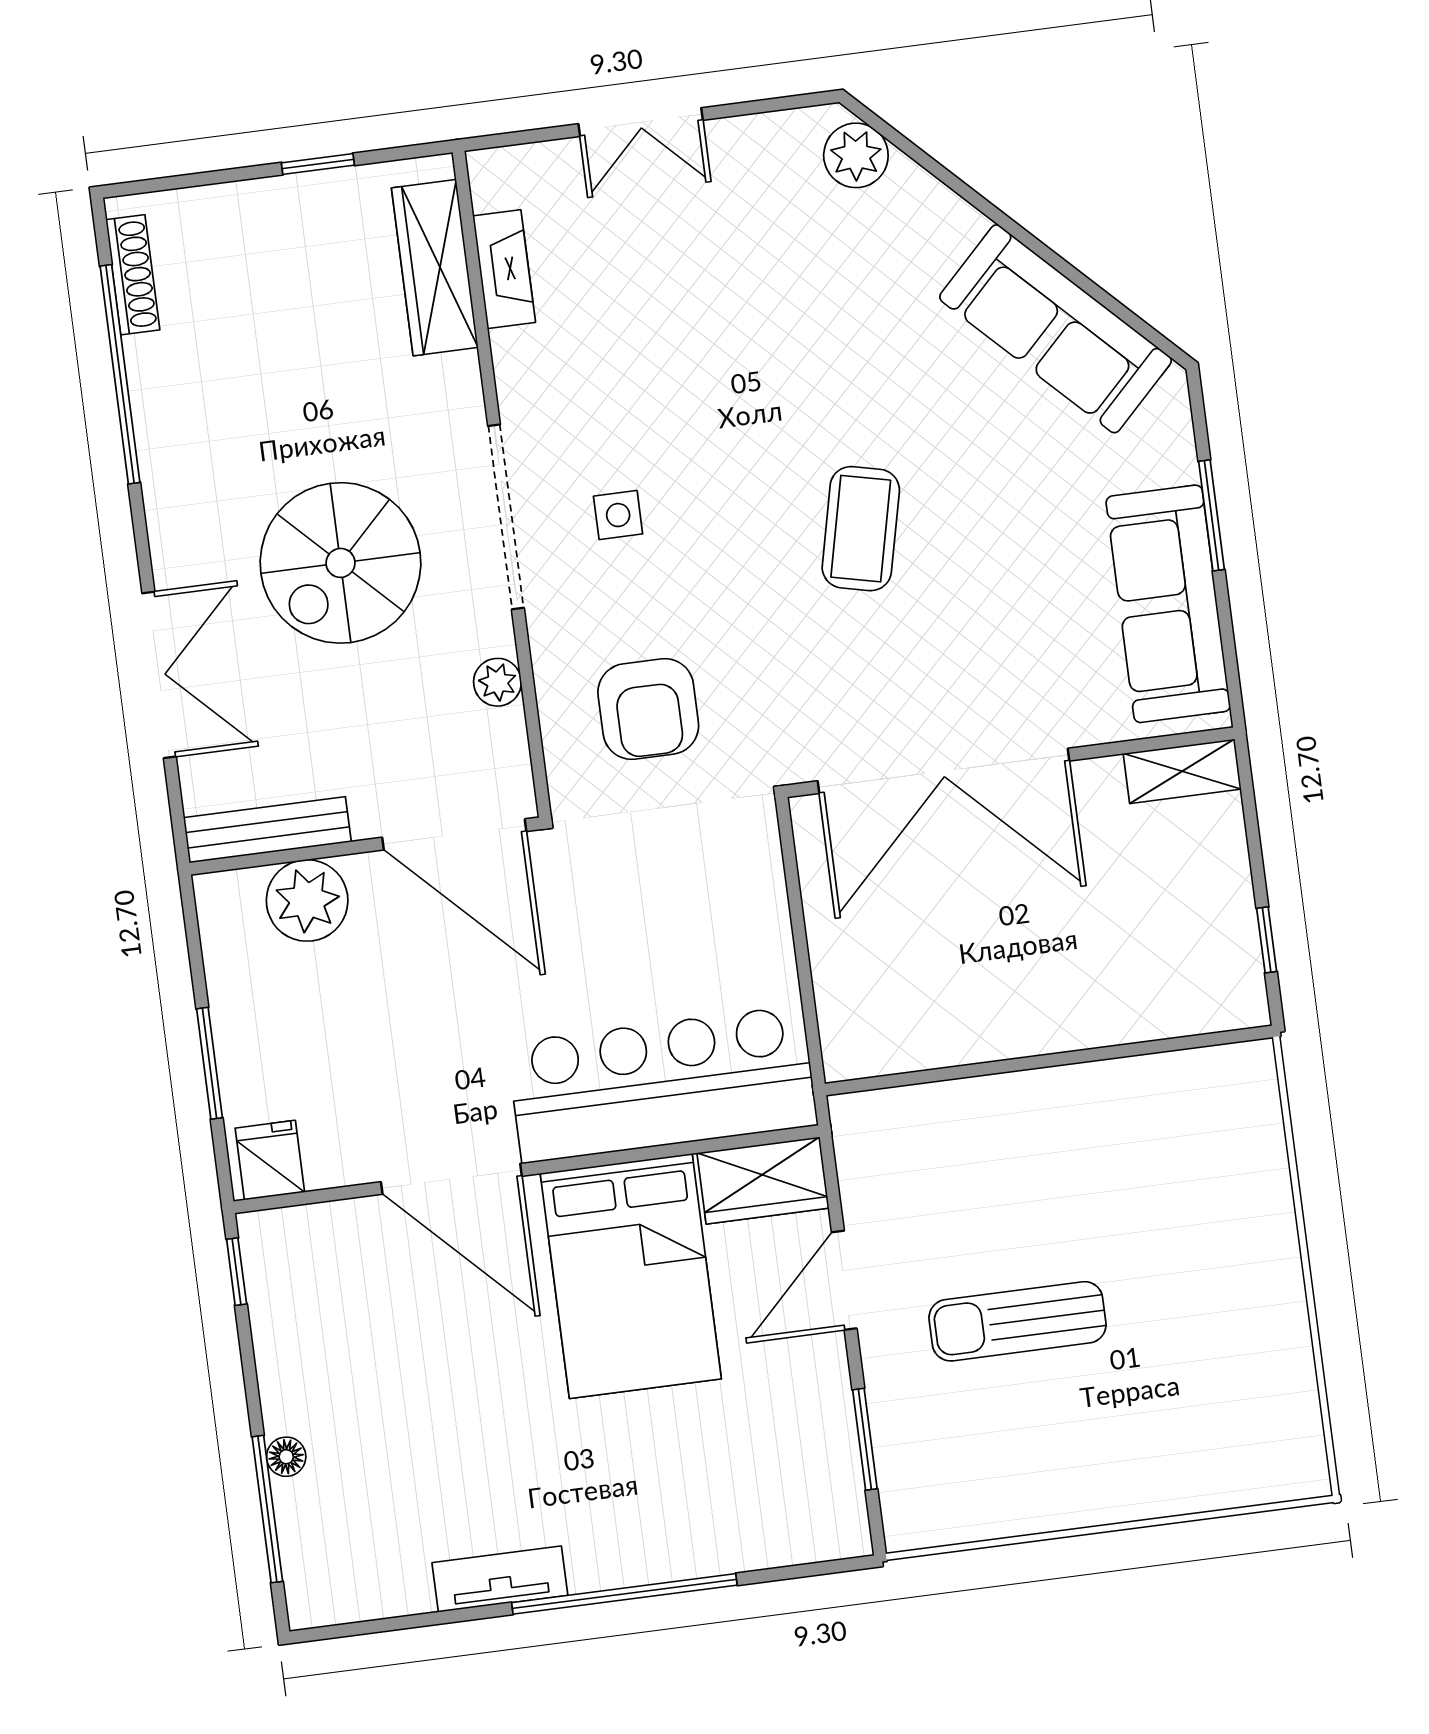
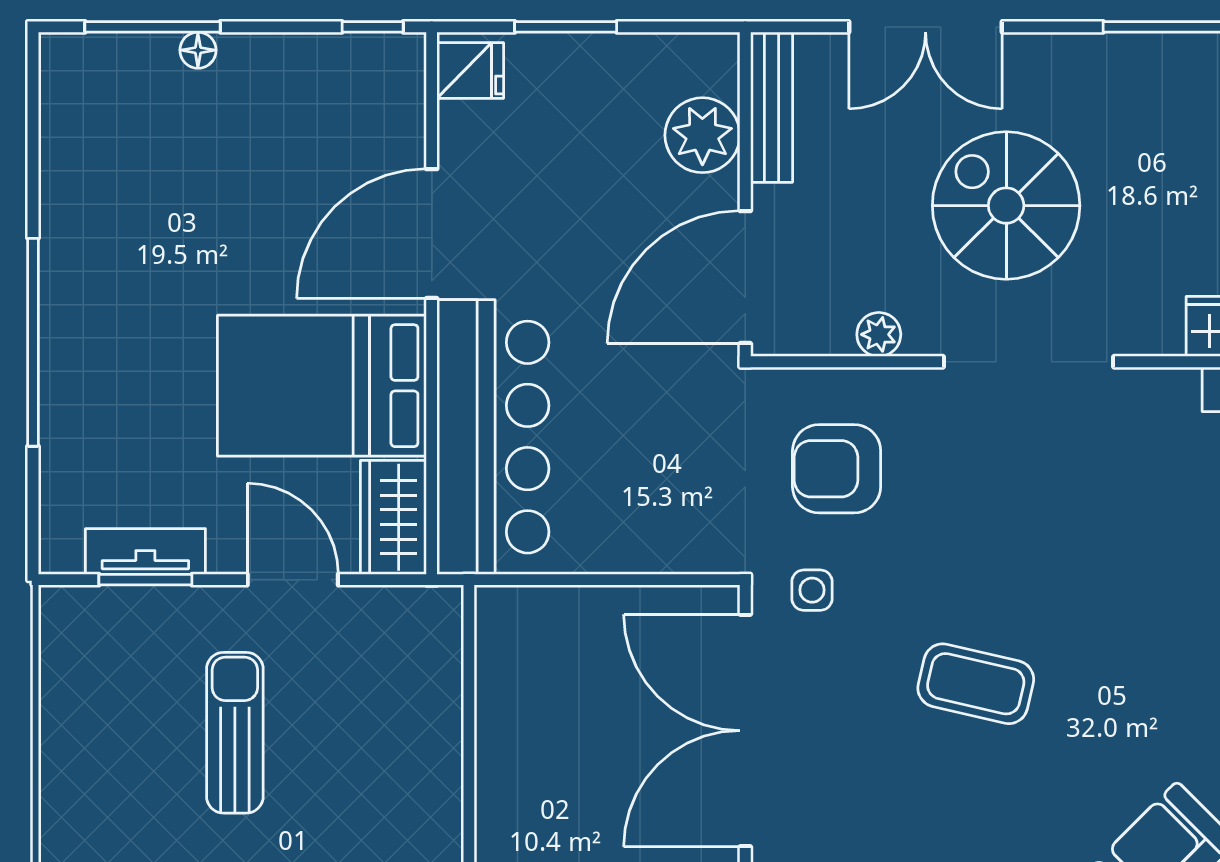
side table: (618, 515) -> (812, 590), moved
tv unit: (500, 1579) -> (145, 551), moved, turned -90

